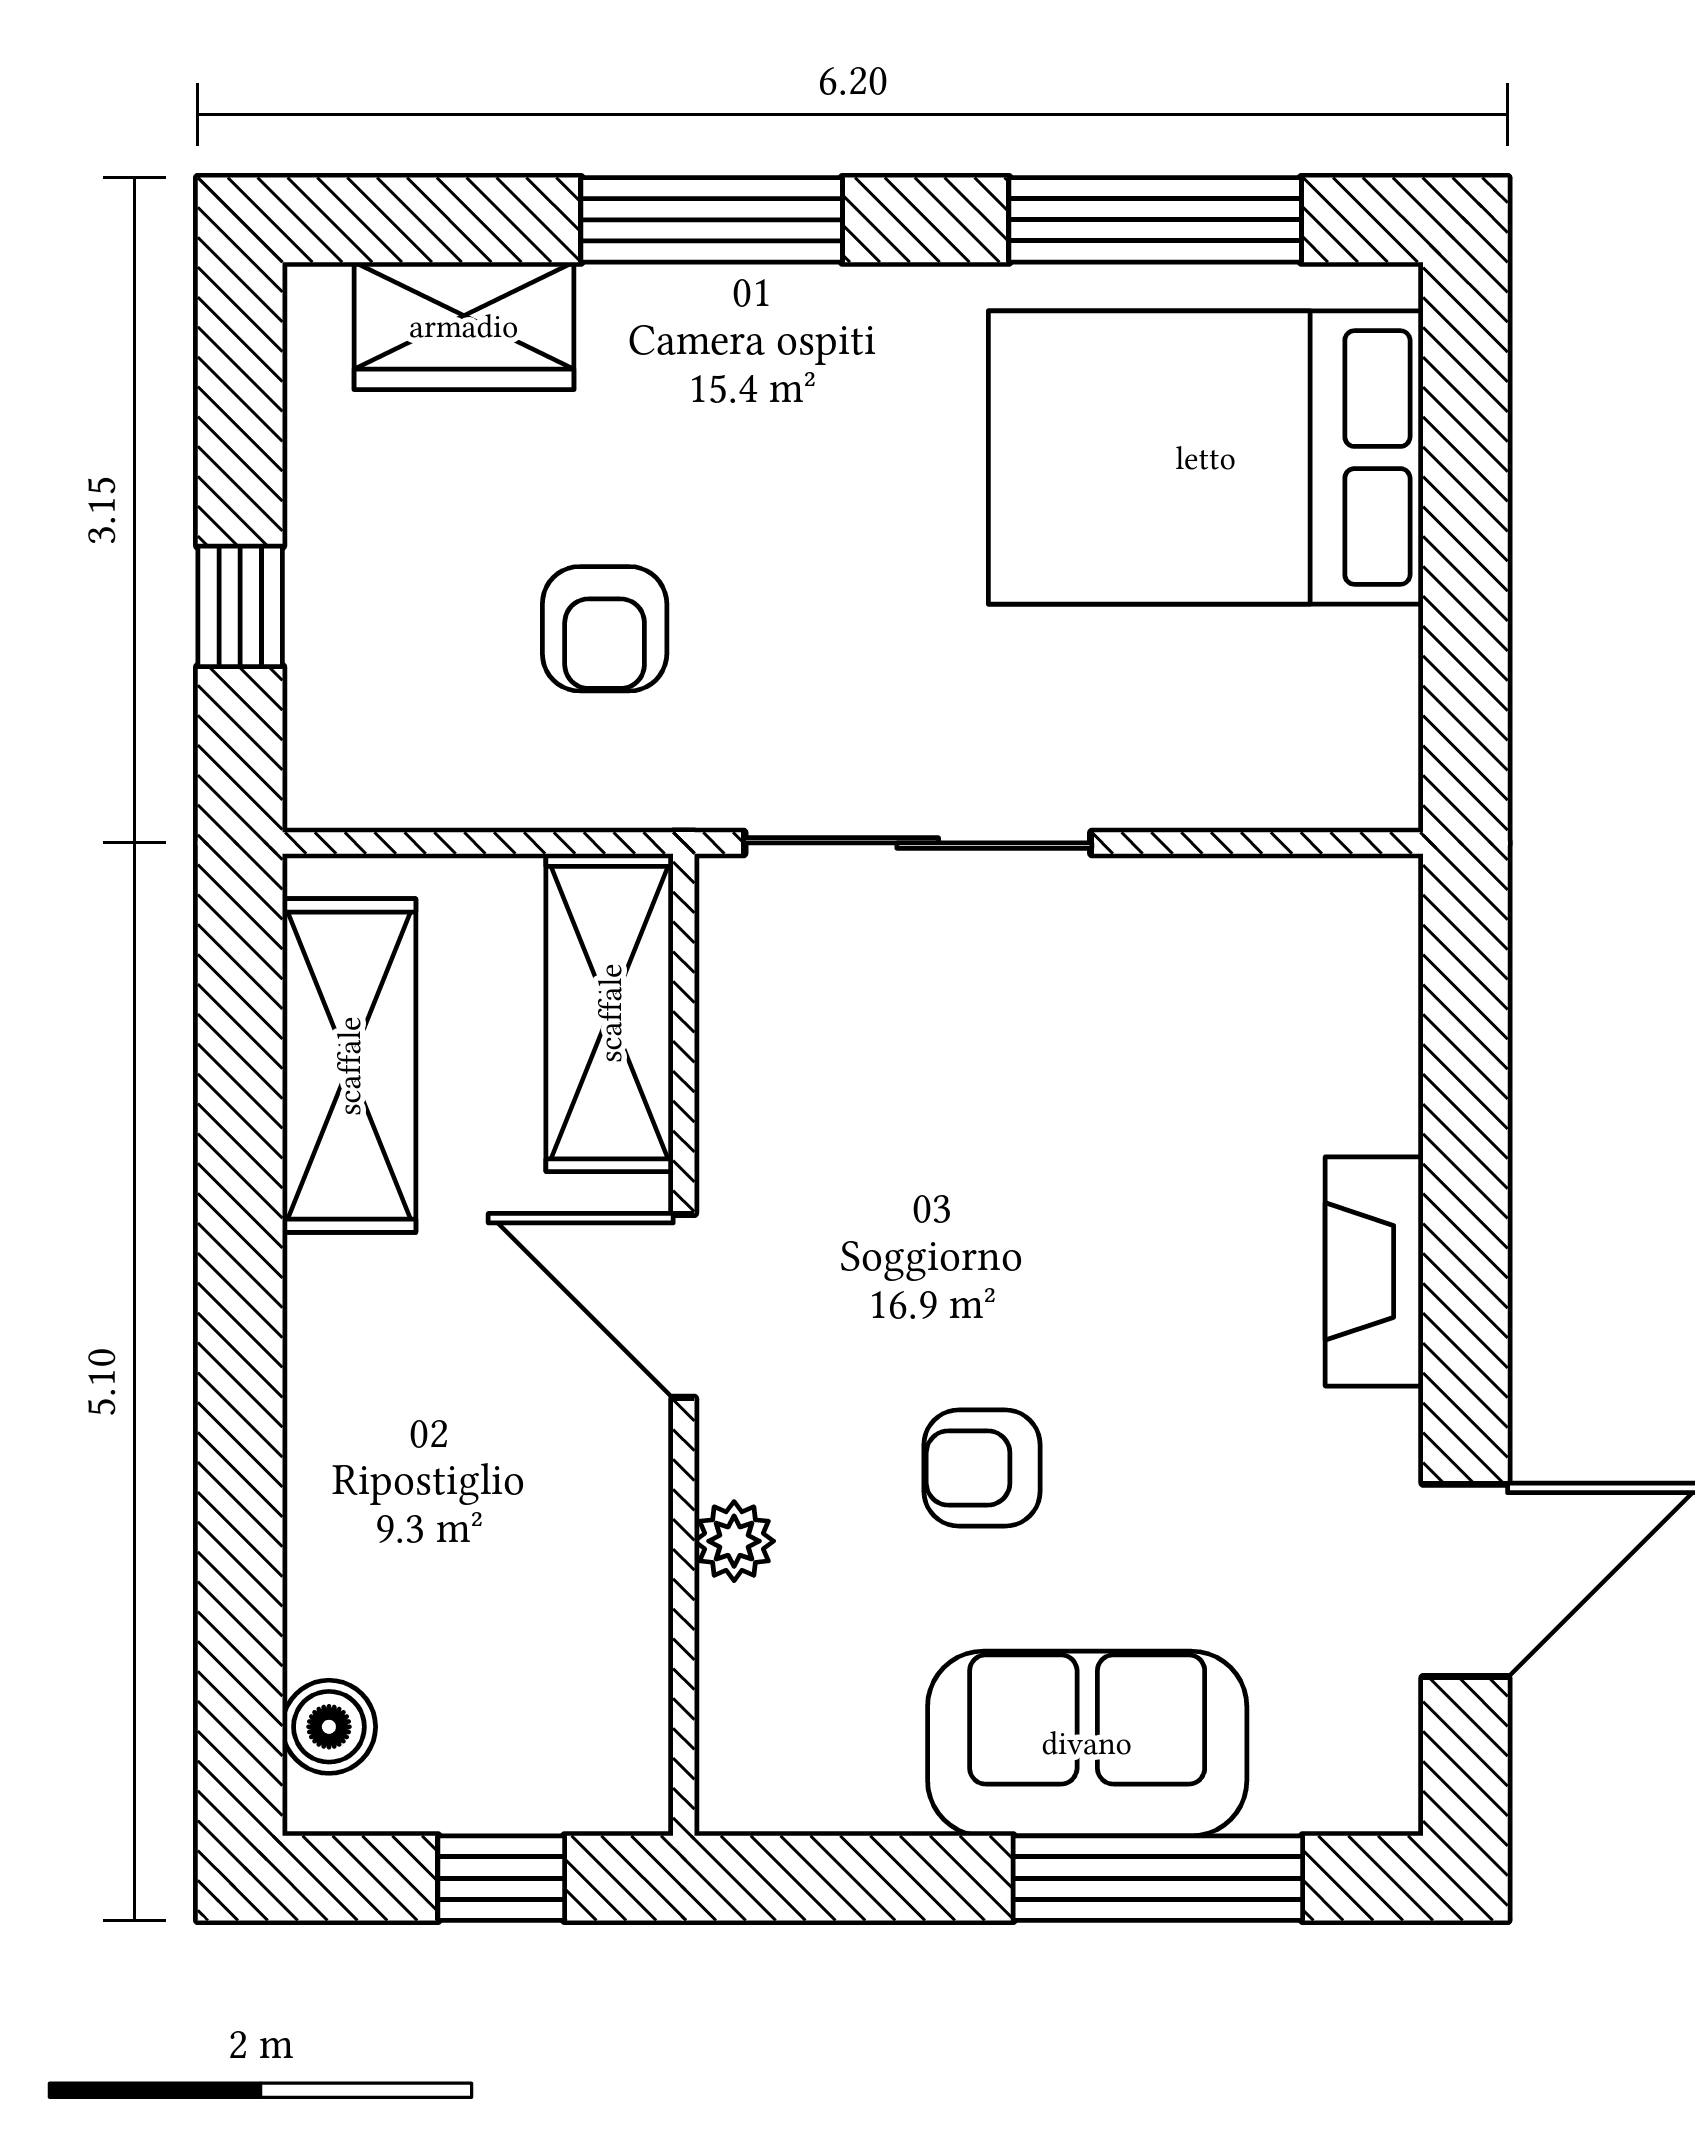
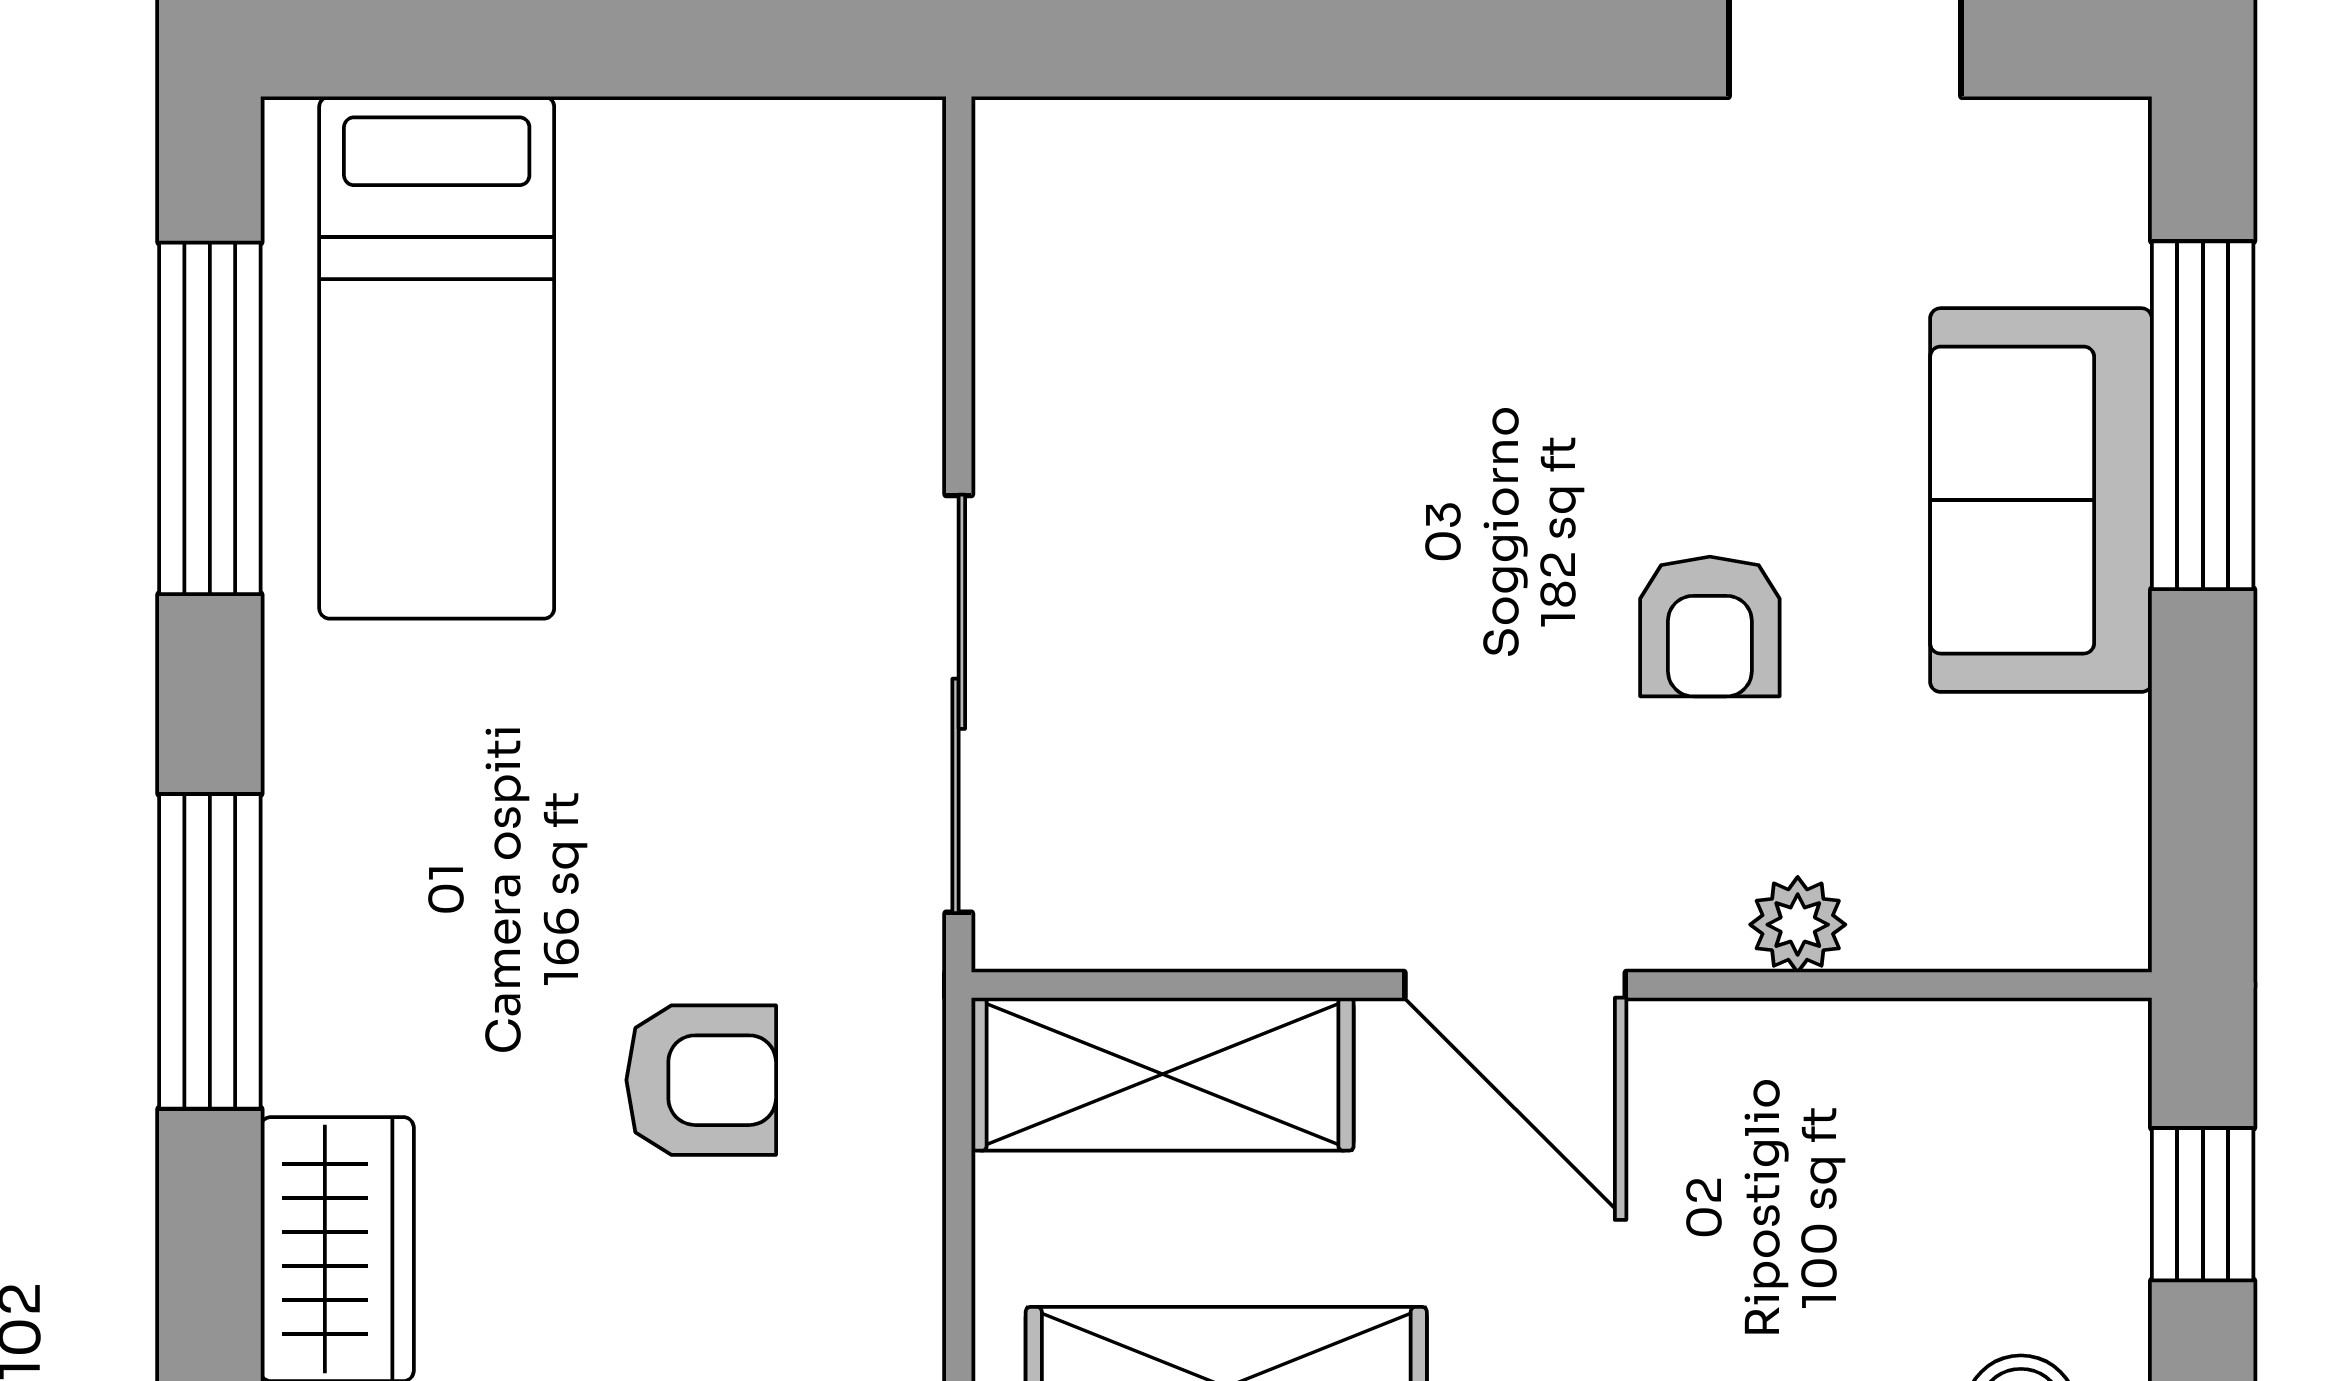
bed: (1206, 458) -> (437, 358), width x0.67
fireplace: (1374, 1271) -> (1474, 155), removed
door: (684, 1306) -> (1515, 985), hinge flipped

